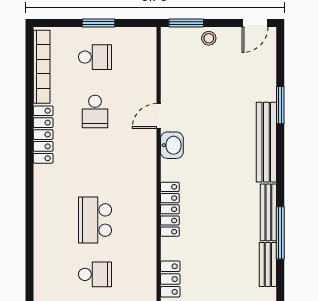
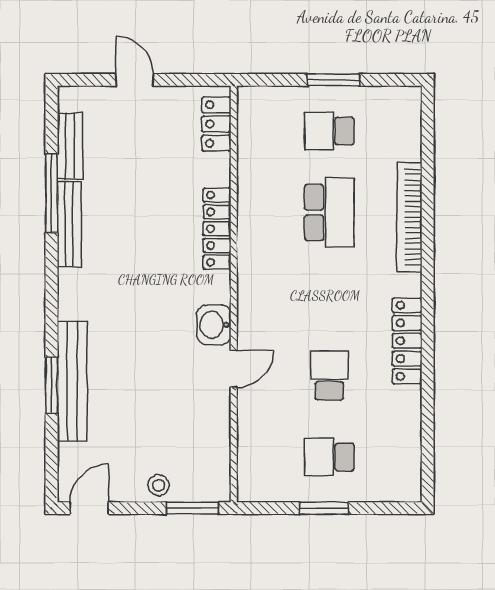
bookcase: (42, 67) -> (409, 217), moved
bench: (266, 142) -> (72, 381), moved

